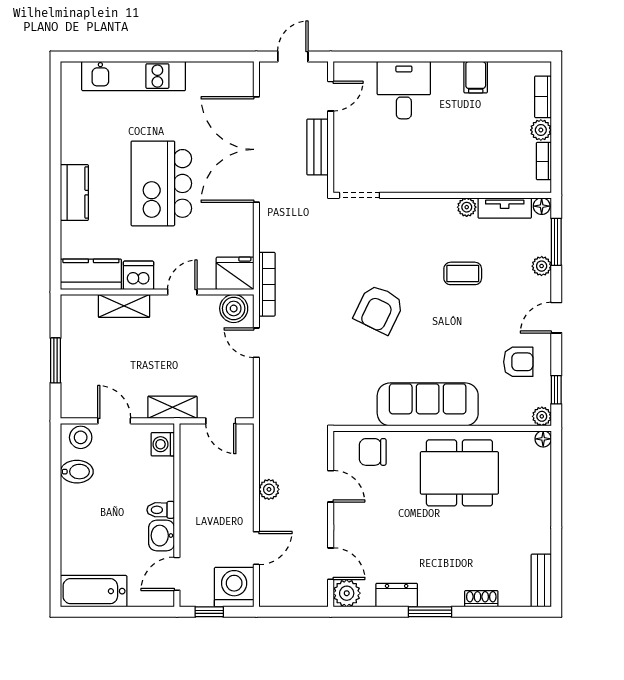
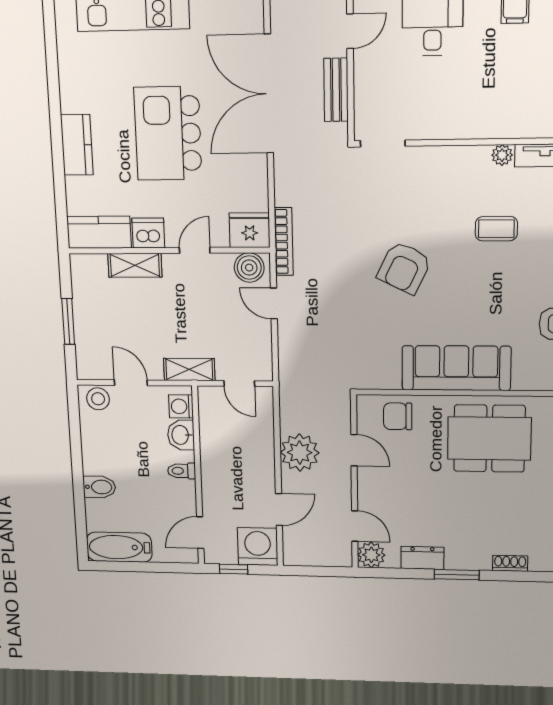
bidet: (77, 472) -> (99, 487), moved
plant: (269, 489) -> (300, 453), width x1.87, depth x1.87
washbasin: (162, 536) -> (181, 435), moved

